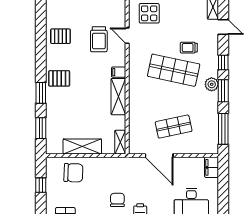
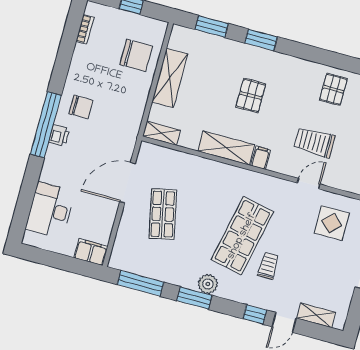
window: (223, 63) -> (255, 314), moved
pallet: (59, 78) -> (251, 95), moved
chair: (73, 173) -> (136, 55), turned -92

